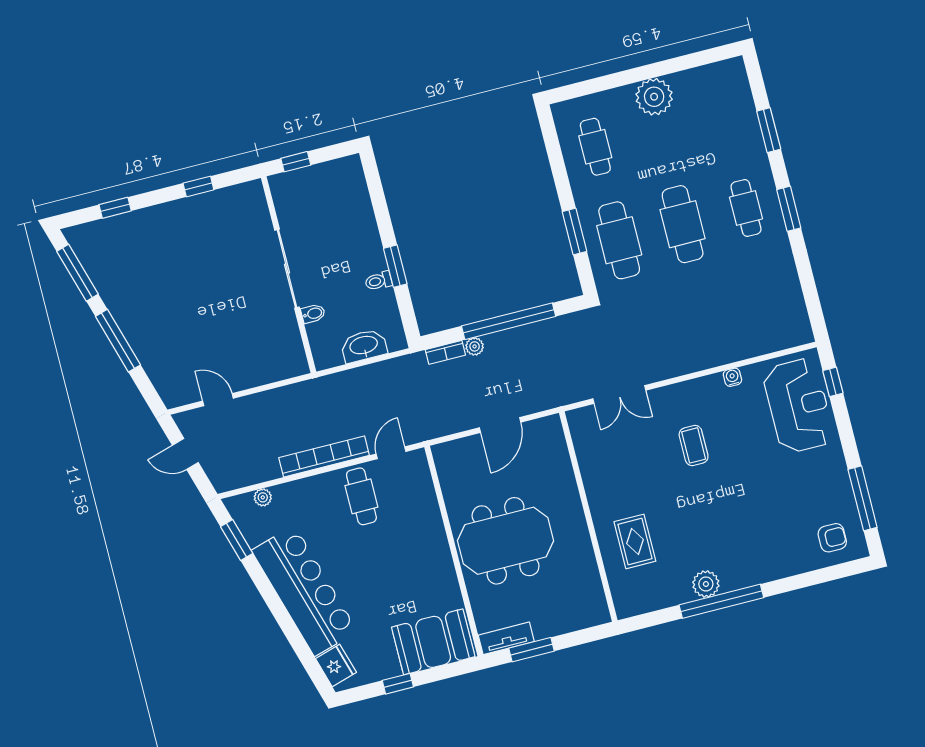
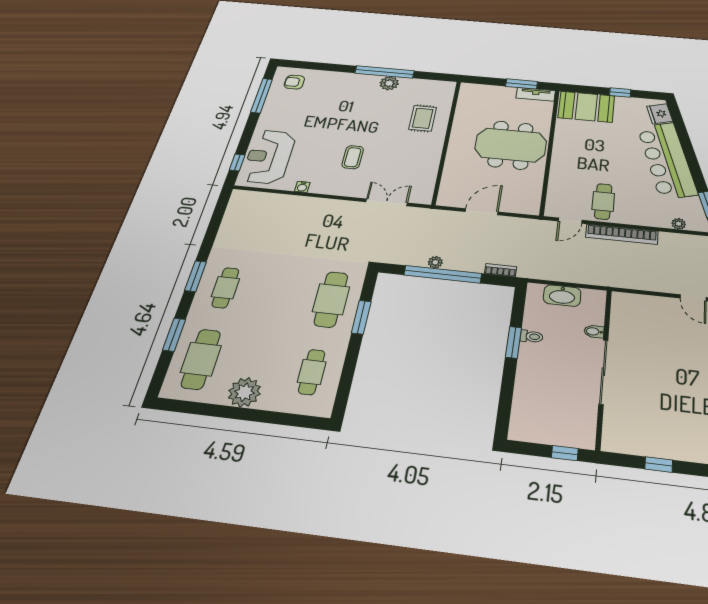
cafe table: (683, 224) -> (201, 359), moved
plant: (475, 346) -> (435, 262), moved

